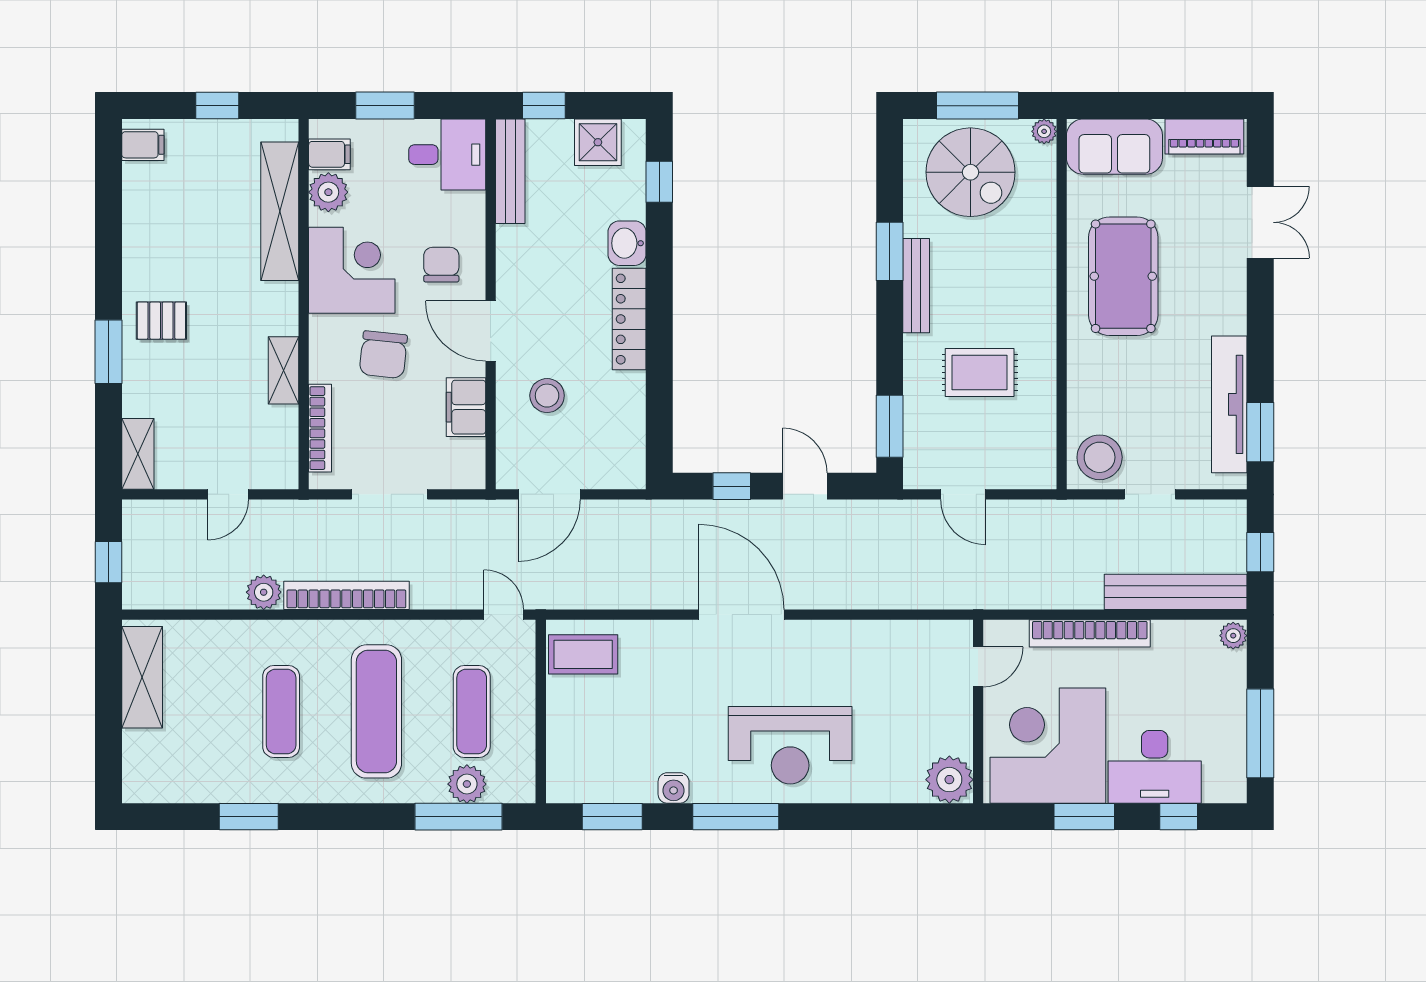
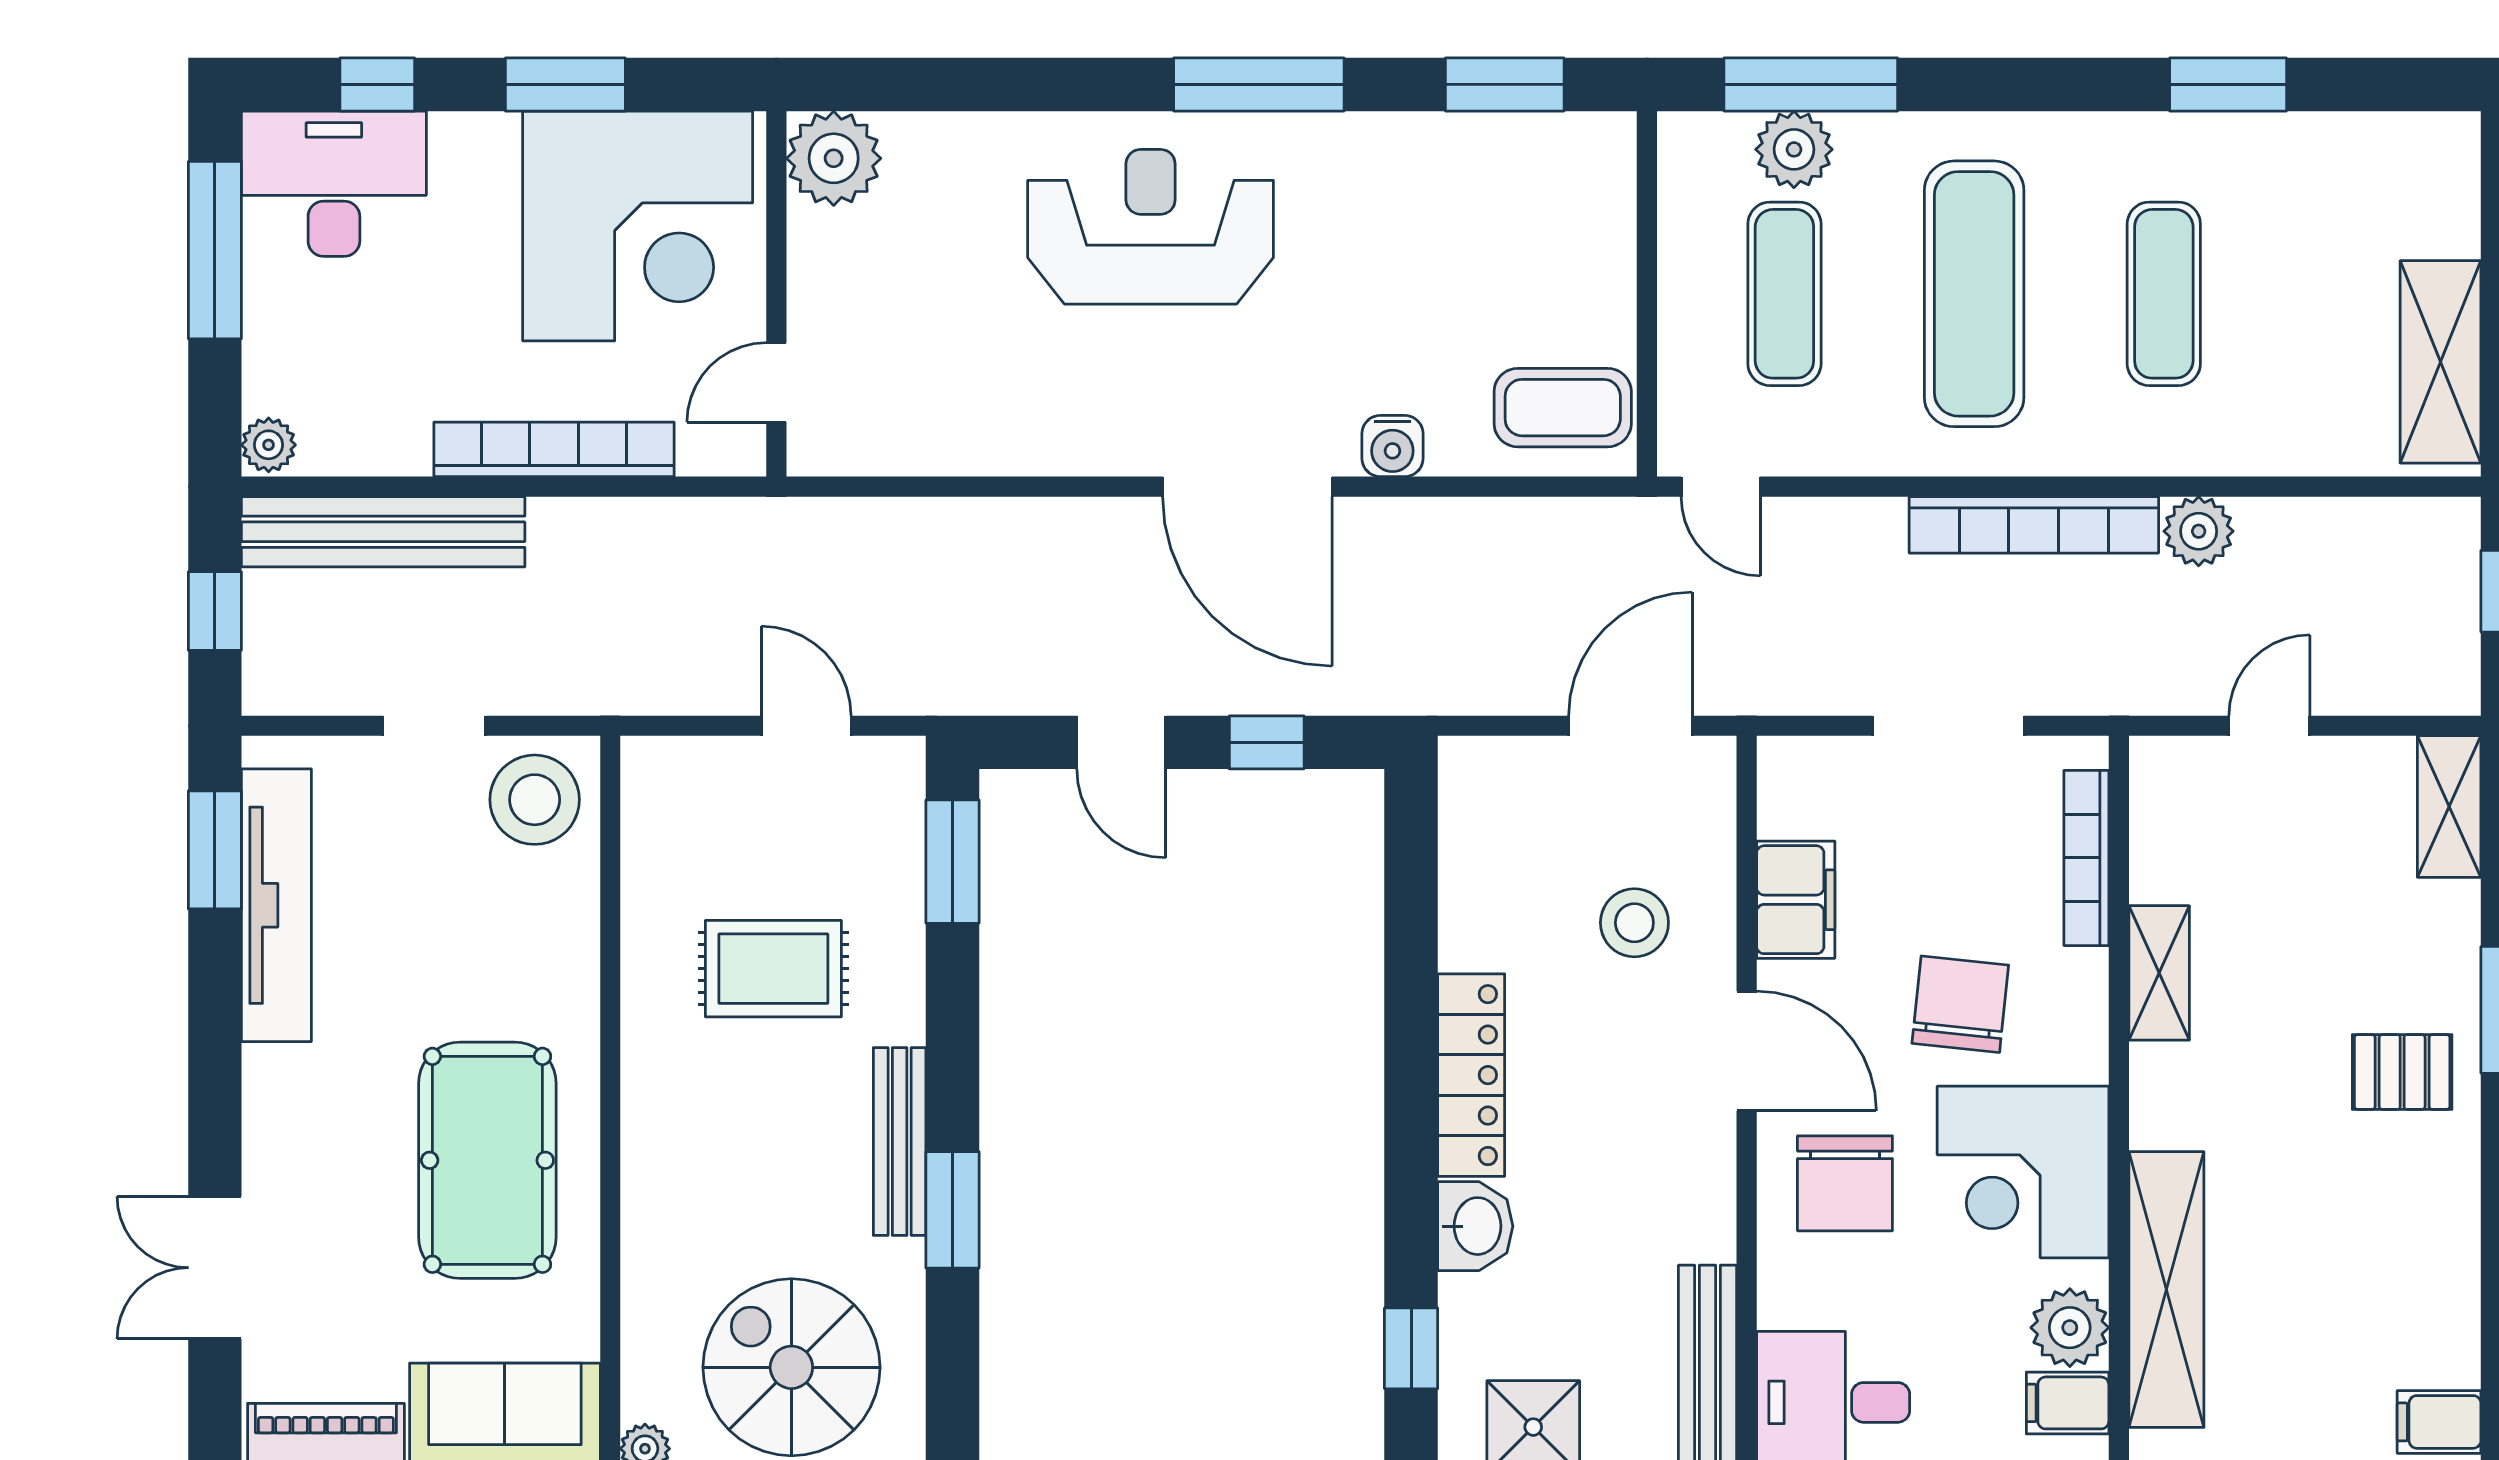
chair: (441, 265) -> (1845, 1183), width x1.37, depth x1.37
desk: (1155, 767) -> (334, 184), moved
water cooler: (674, 788) -> (1392, 446), moved, turned 180

